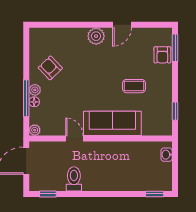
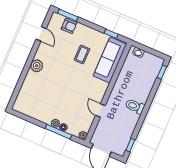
door: (122, 25) -> (41, 34), moved
armchair: (50, 68) -> (45, 106), removed
sofa: (112, 123) -> (110, 60), moved
door: (74, 139) -> (100, 111), hinge flipped
toilet: (74, 179) -> (135, 106), moved

